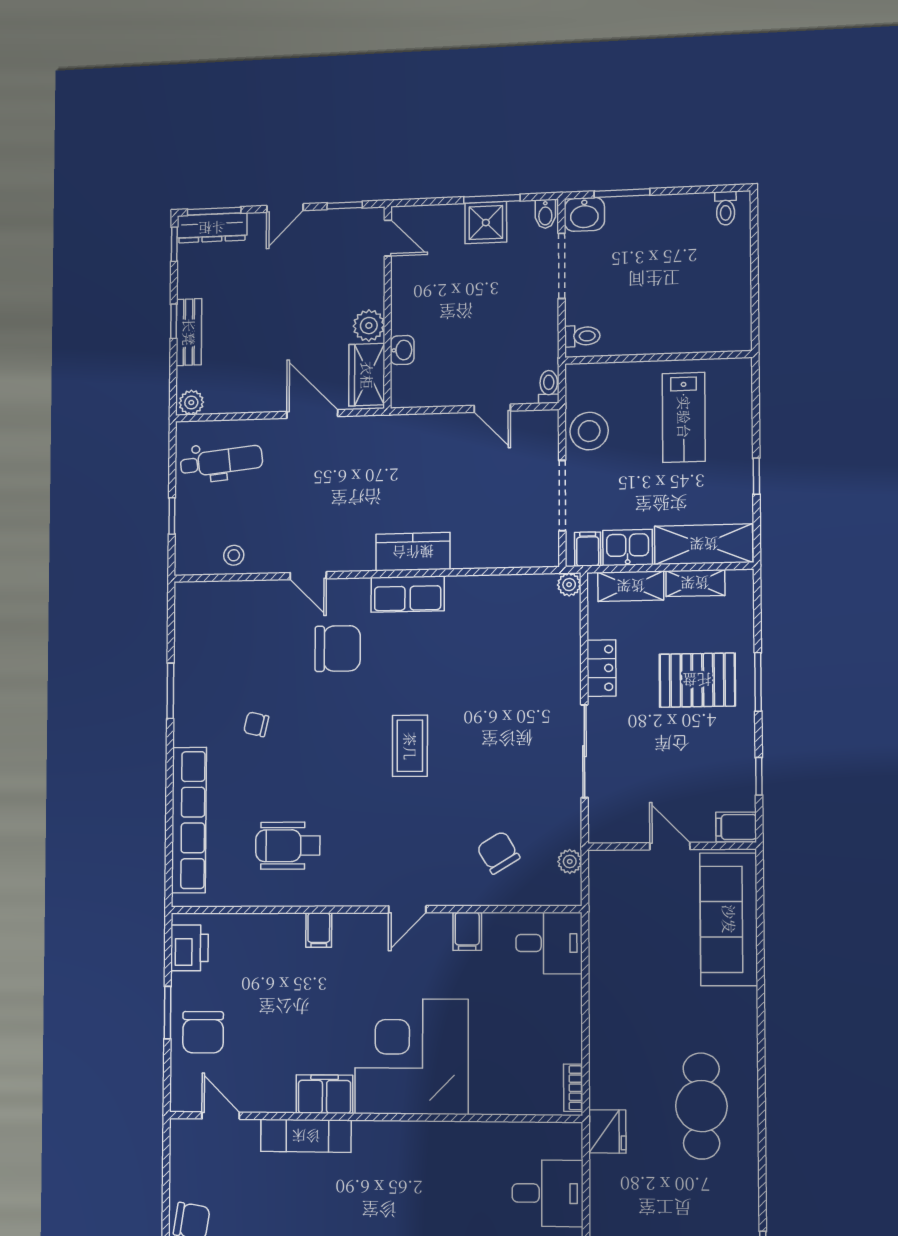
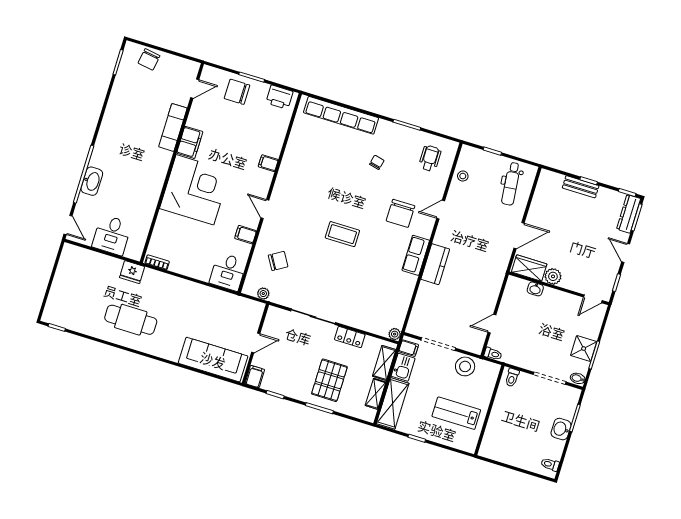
washbasin: (584, 214) -> (561, 429), moved
plant: (191, 402) -> (545, 178), removed
wheelchair: (288, 846) -> (430, 158), moved, width x0.73, depth x0.73

